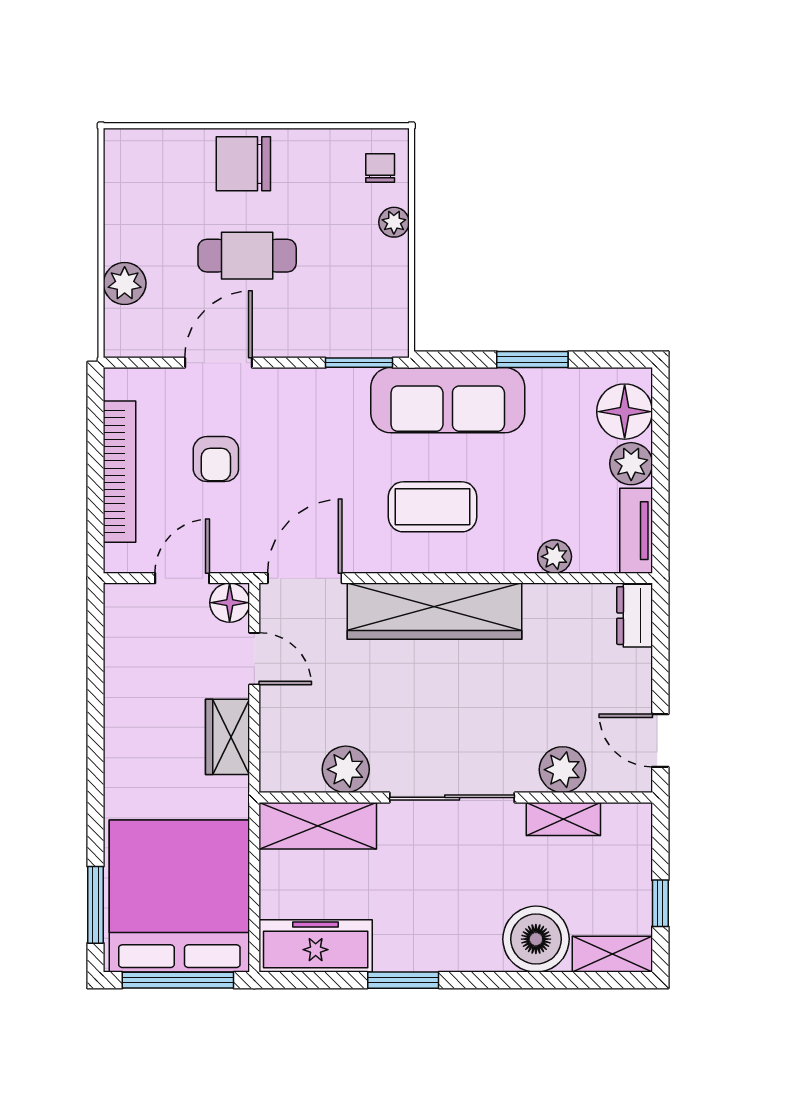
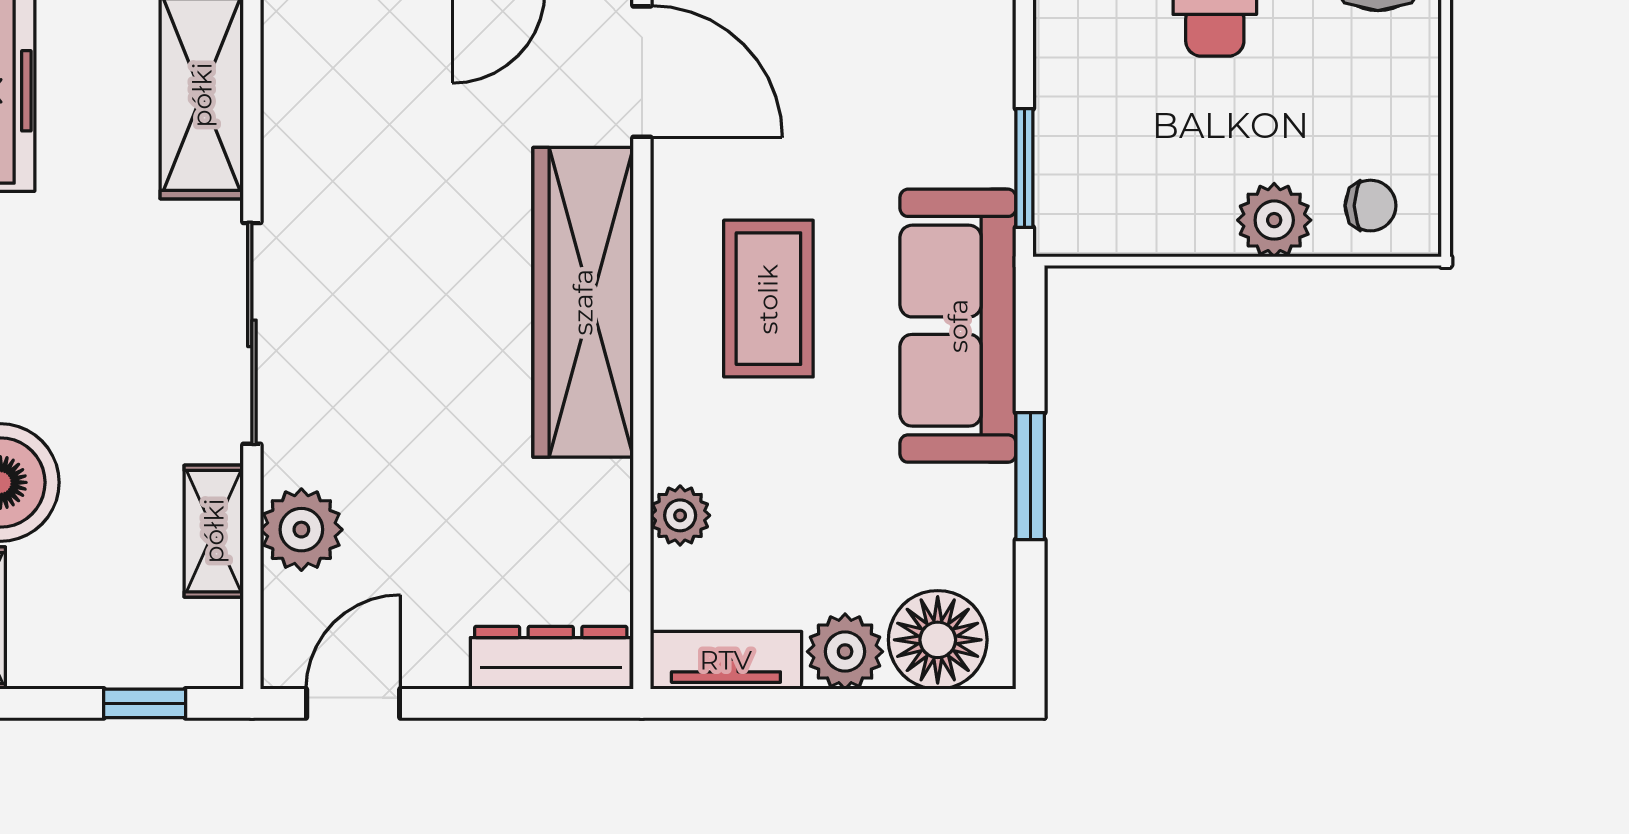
plant: (394, 222) -> (1274, 220), width x1.38, depth x1.38
dresser: (635, 616) -> (551, 658), width x1.44
plant: (346, 769) -> (302, 144), removed
window: (660, 903) -> (145, 703), moved

